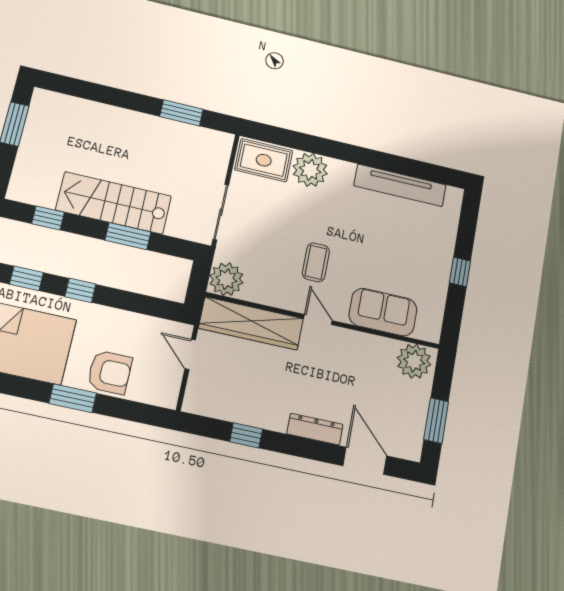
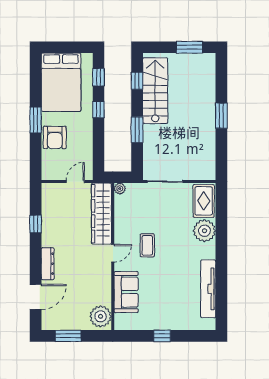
window: (181, 113) -> (221, 116), moved
stairs: (114, 203) -> (155, 91), moved
coffee table: (316, 262) -> (147, 245), turned 90
plant: (226, 279) -> (120, 189), width x0.53, depth x0.53

